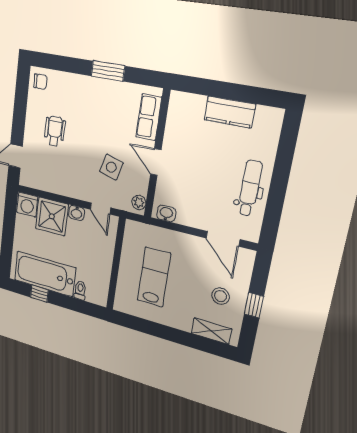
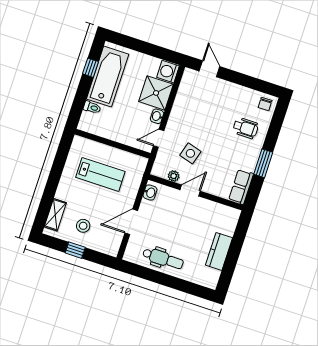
row of seats: (149, 117) -> (241, 187), moved, turned -90
wheelchair: (55, 131) -> (246, 128), moved
plant: (139, 203) -> (174, 176), moved
door: (223, 239) -> (131, 222), moved

